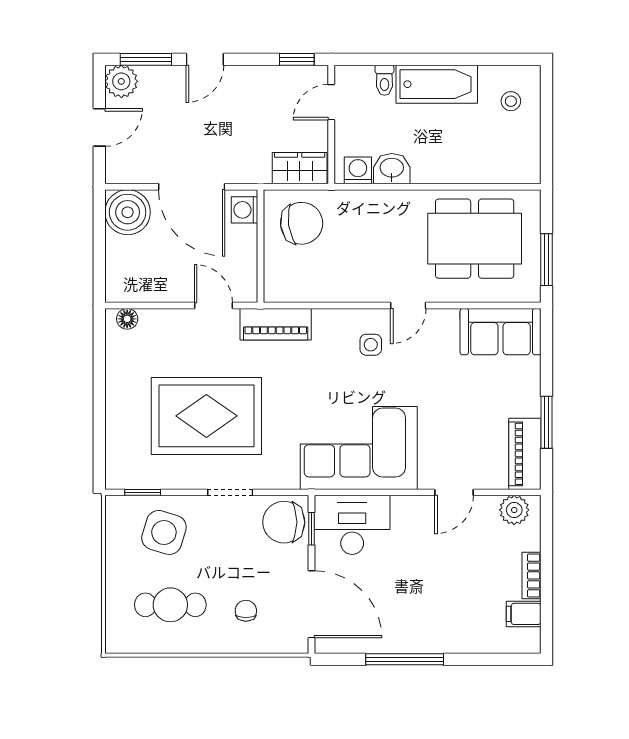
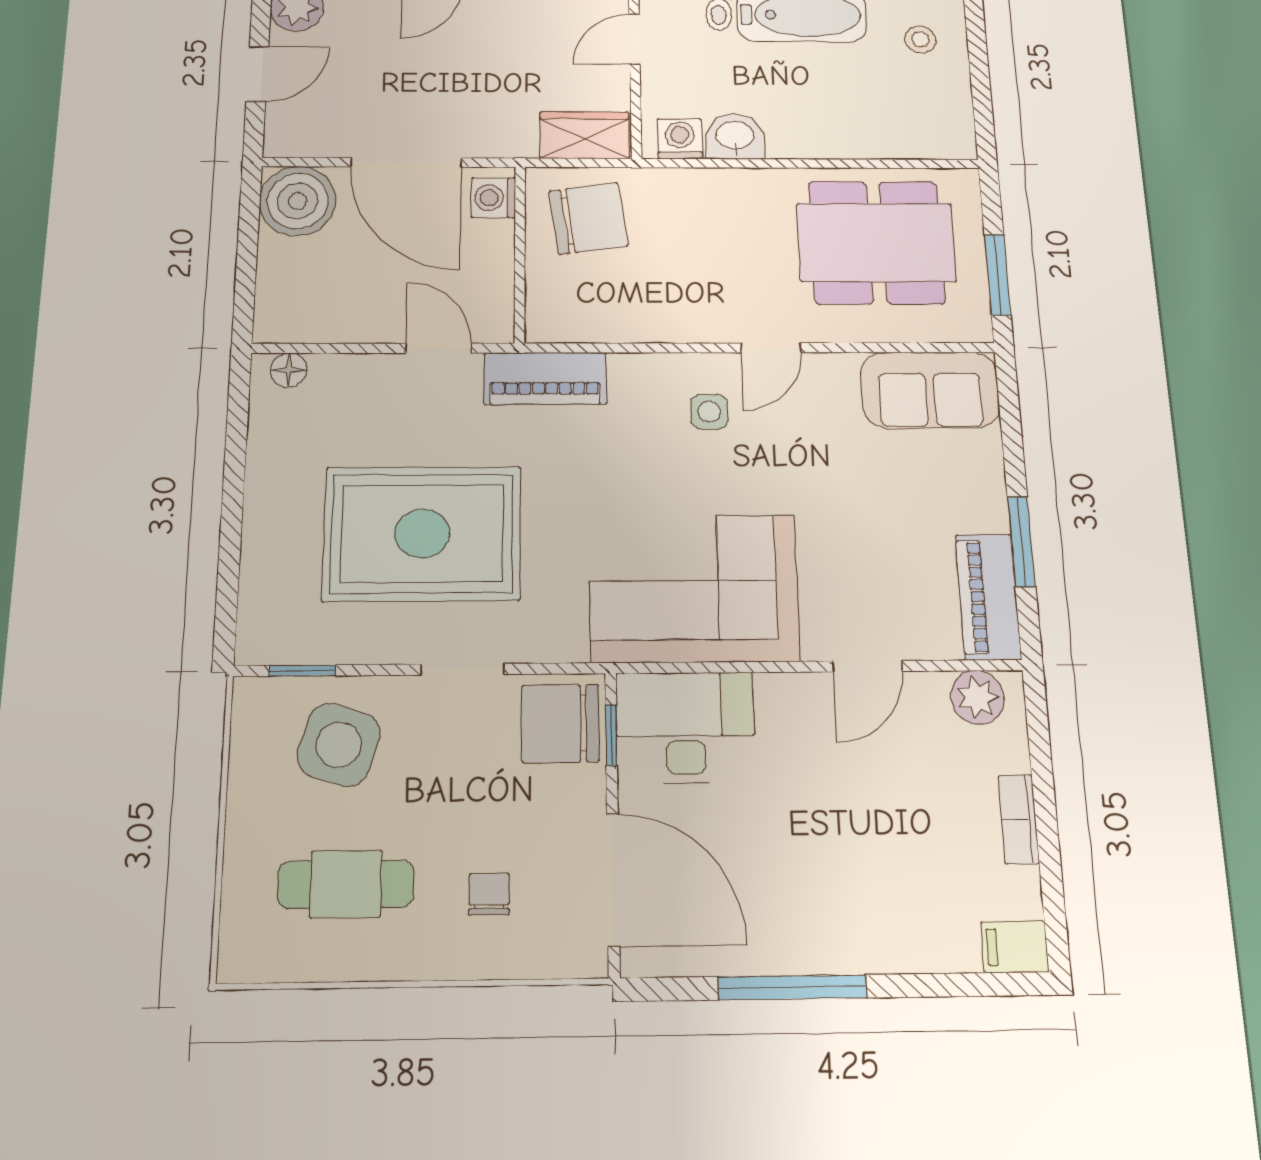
filing cabinet: (524, 614) -> (1015, 947), moved

